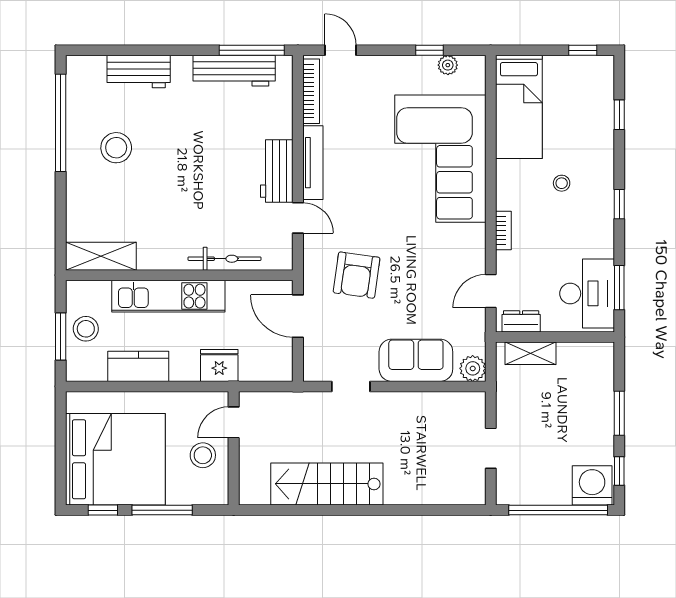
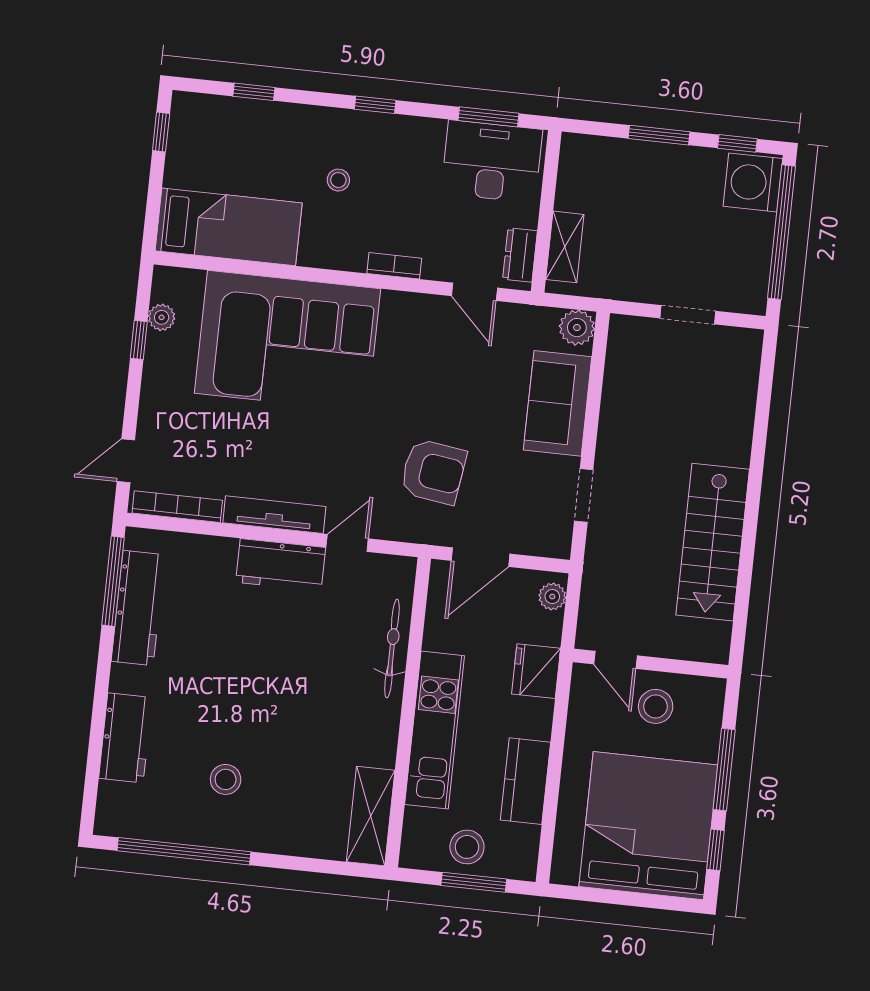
stool: (116, 148) -> (226, 779), width x0.73, depth x0.73
plant: (275, 371) -> (552, 597), added

